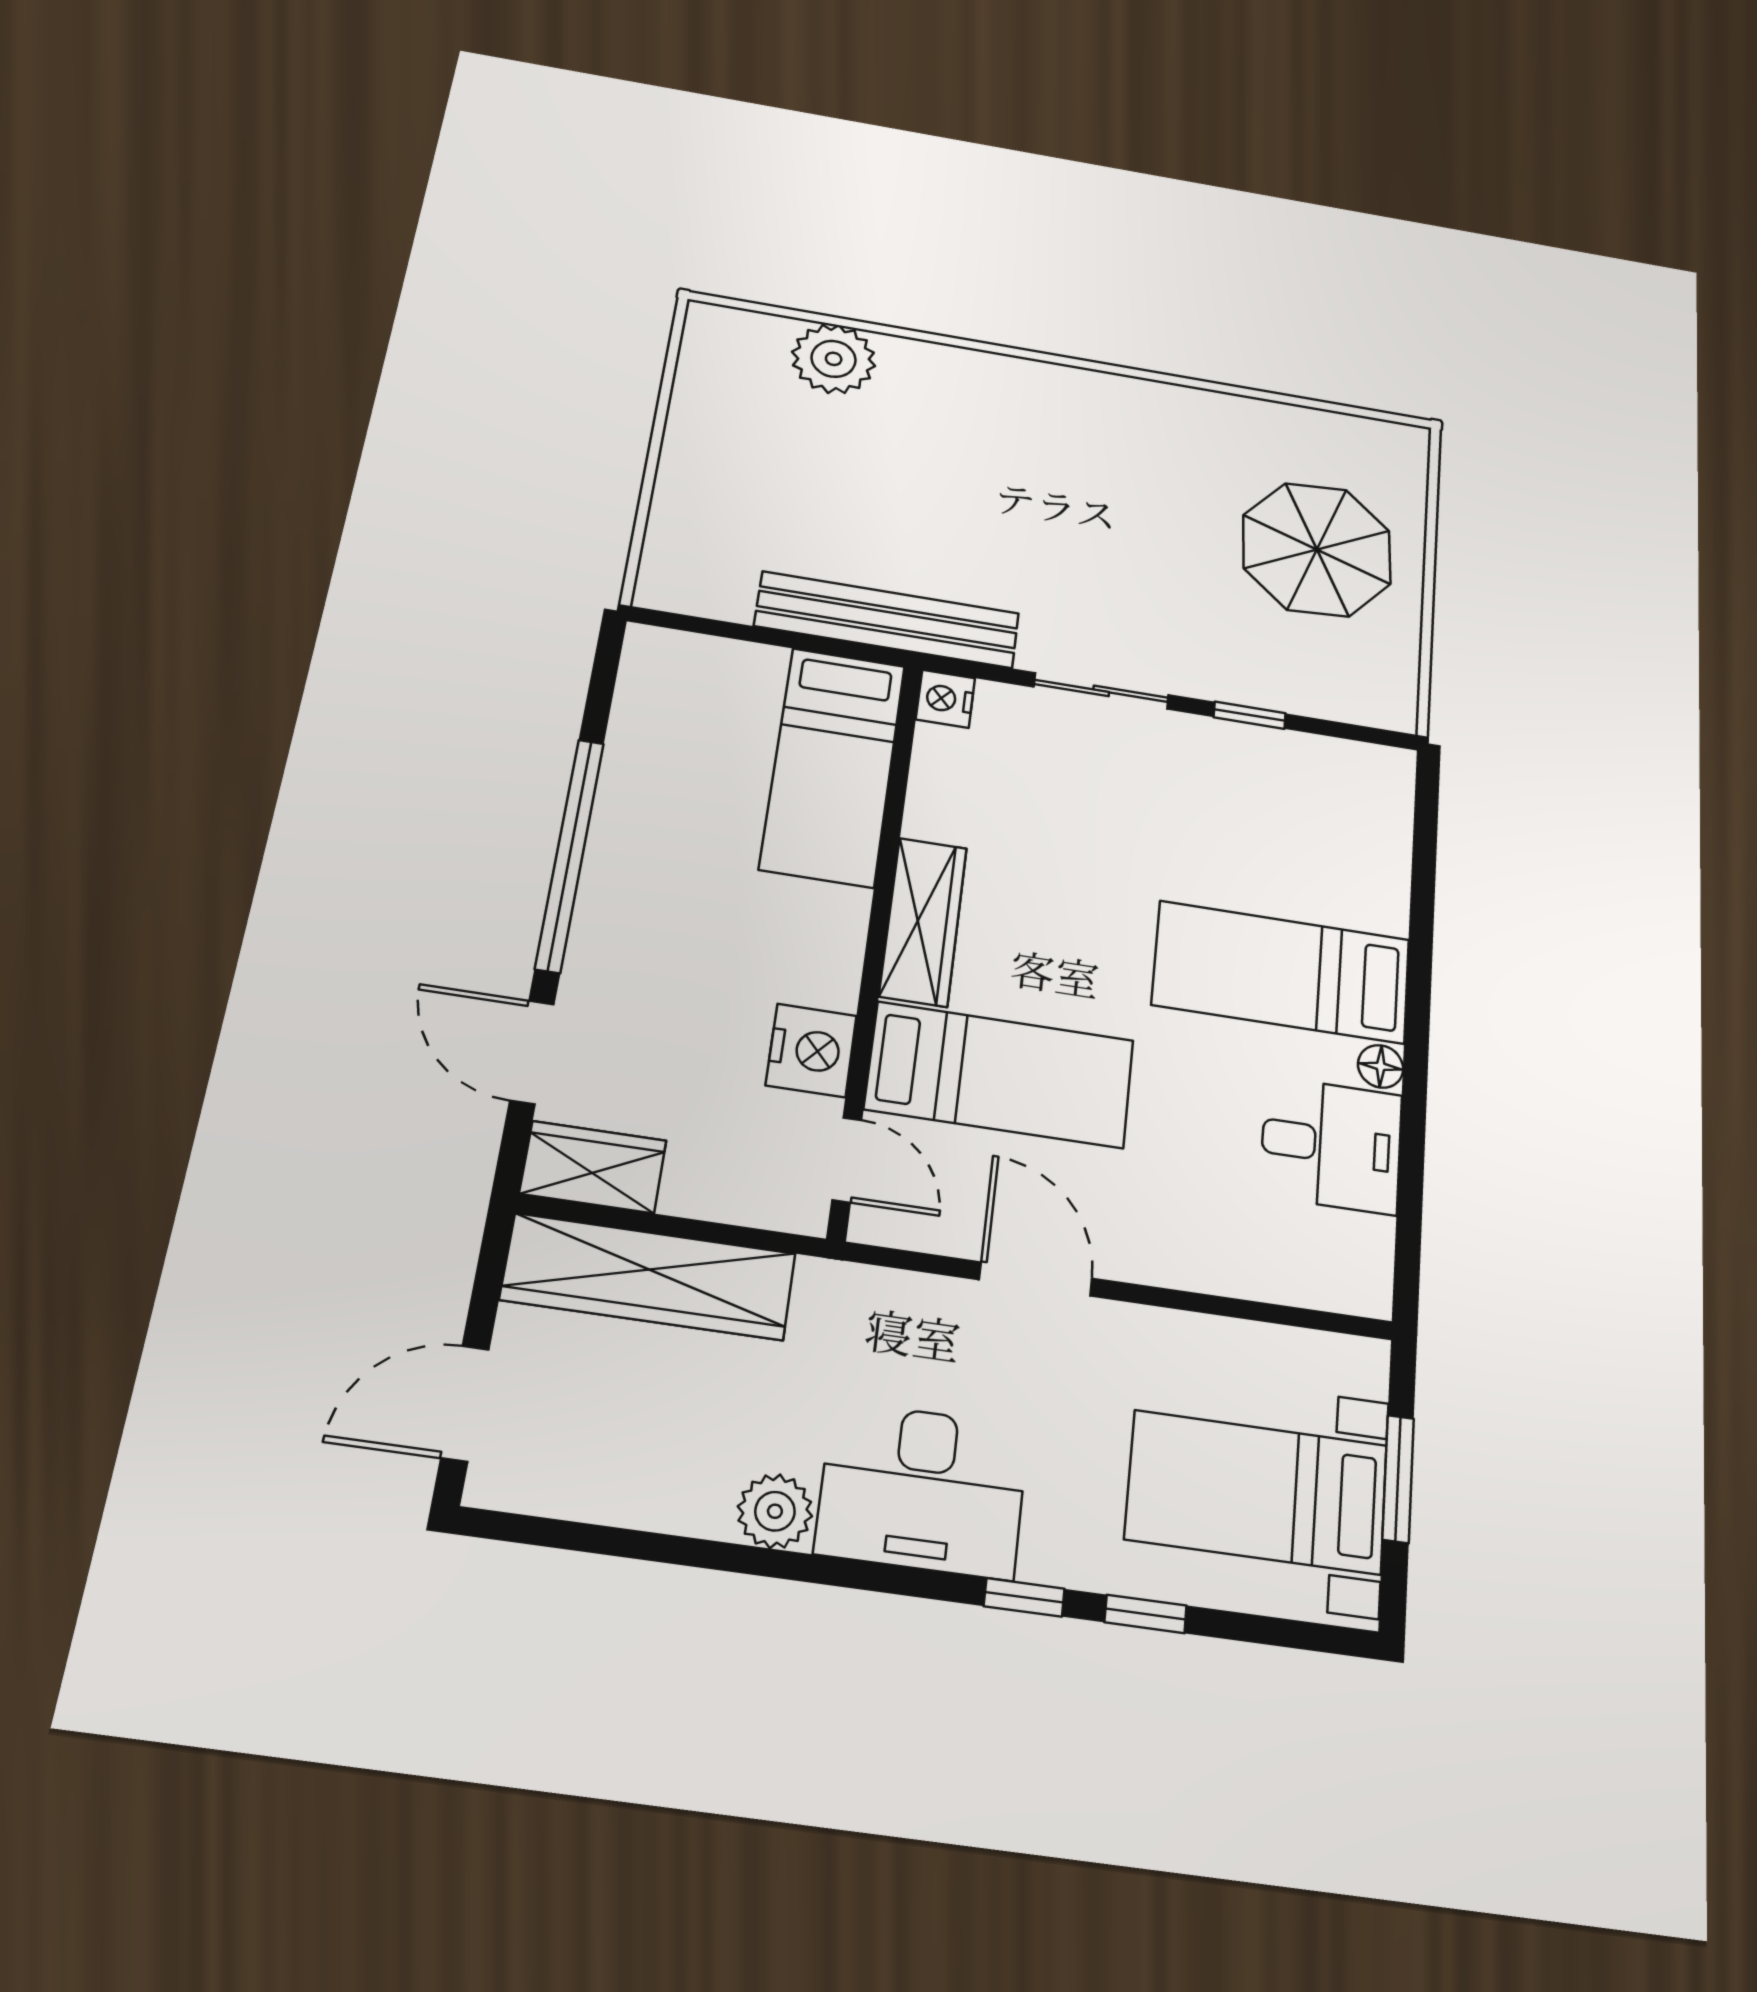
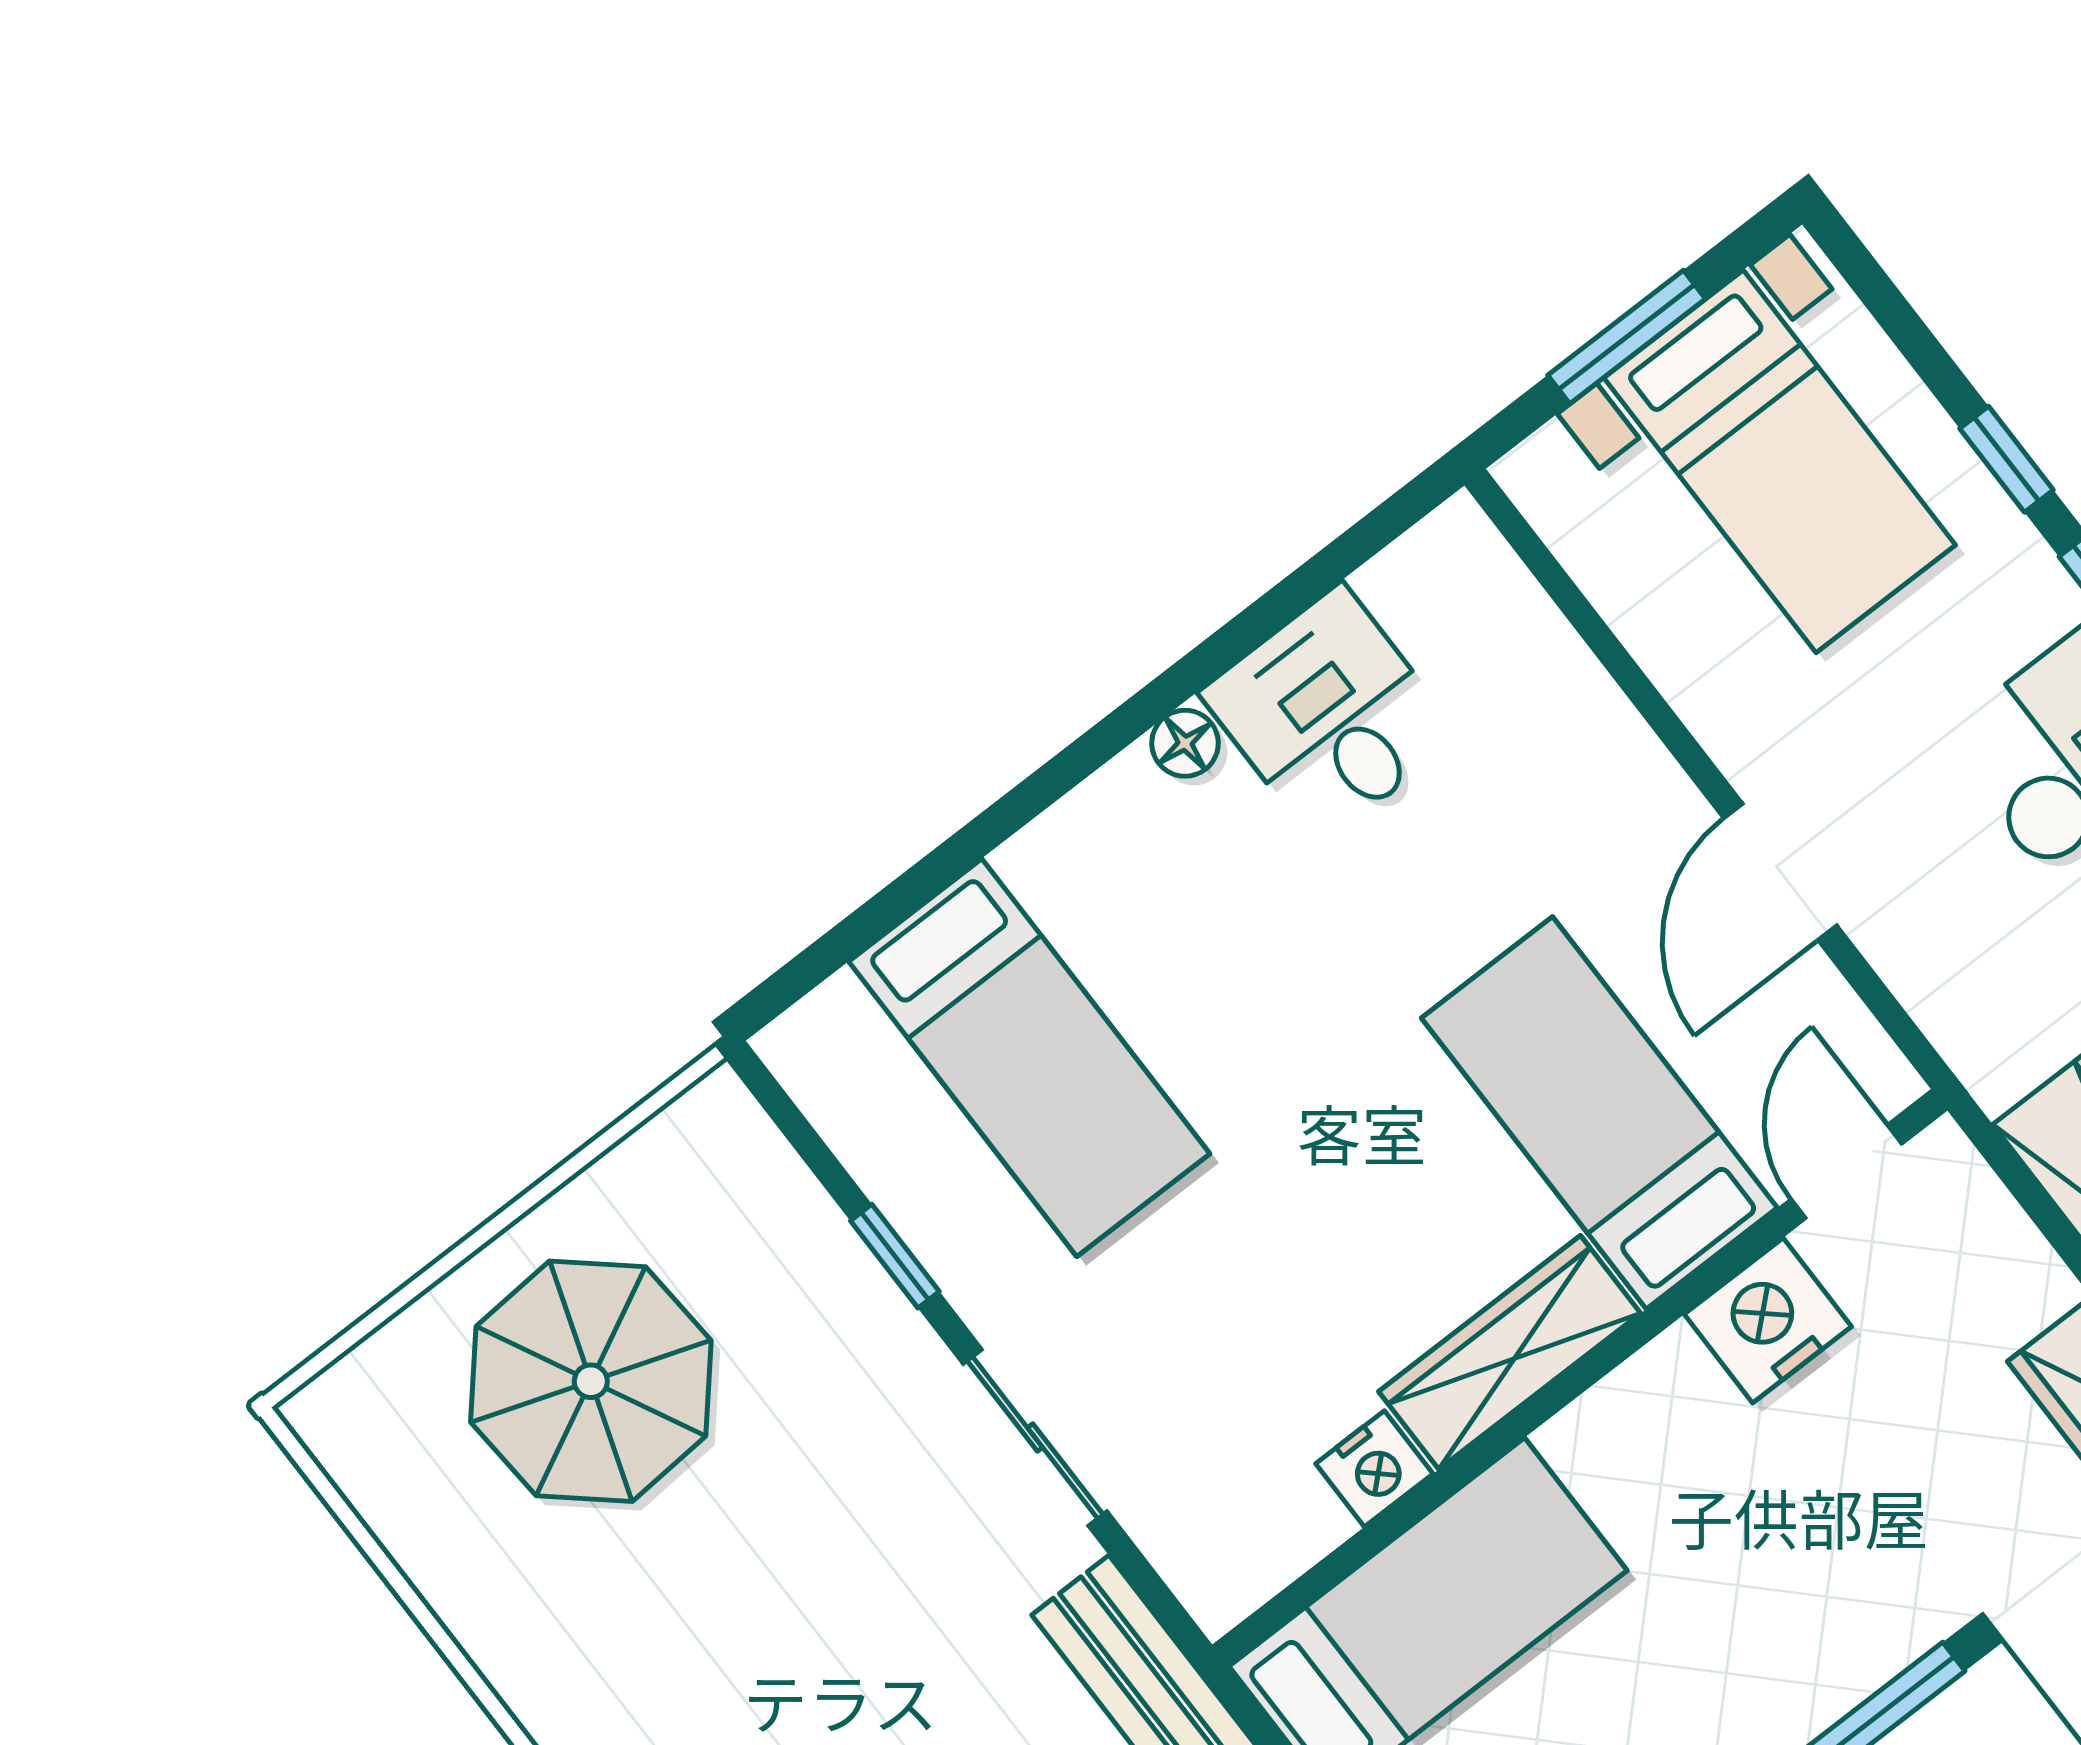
nightstand: (945, 699) -> (1374, 1469), moved
bed: (1282, 972) -> (1029, 1058), moved

